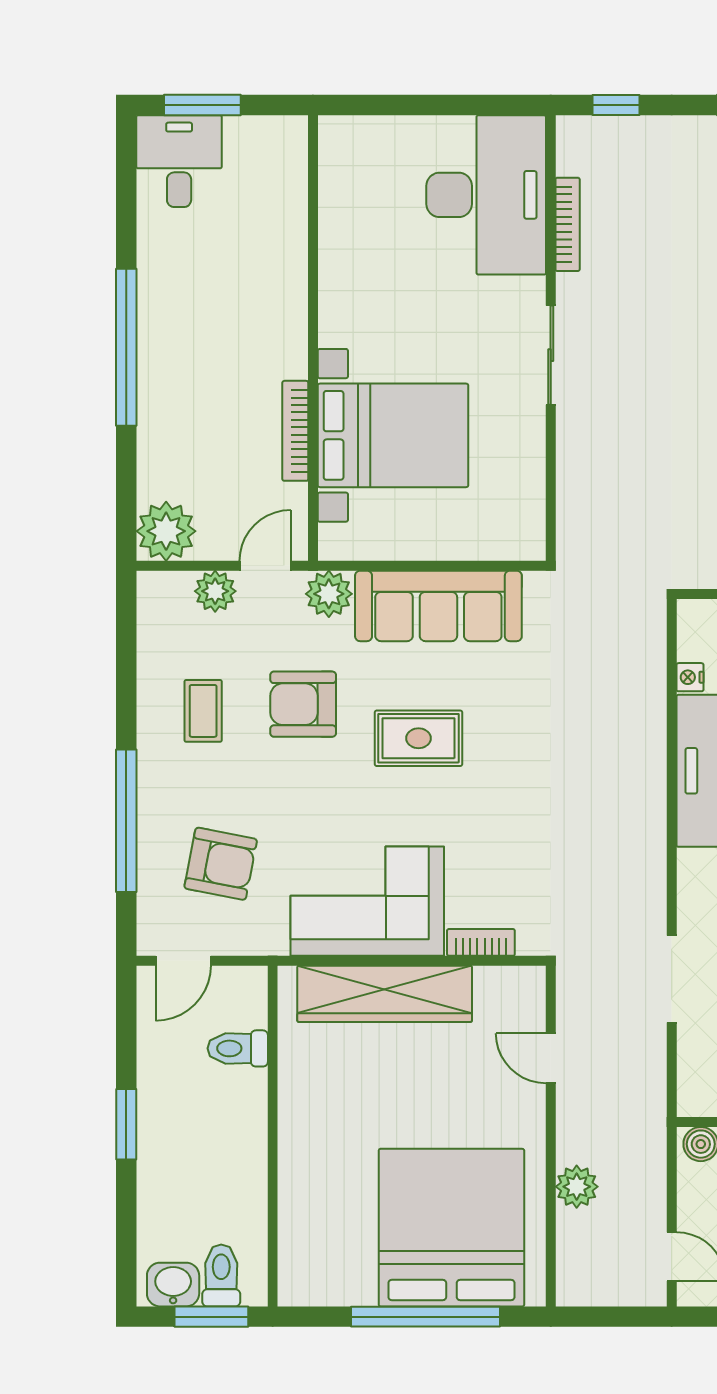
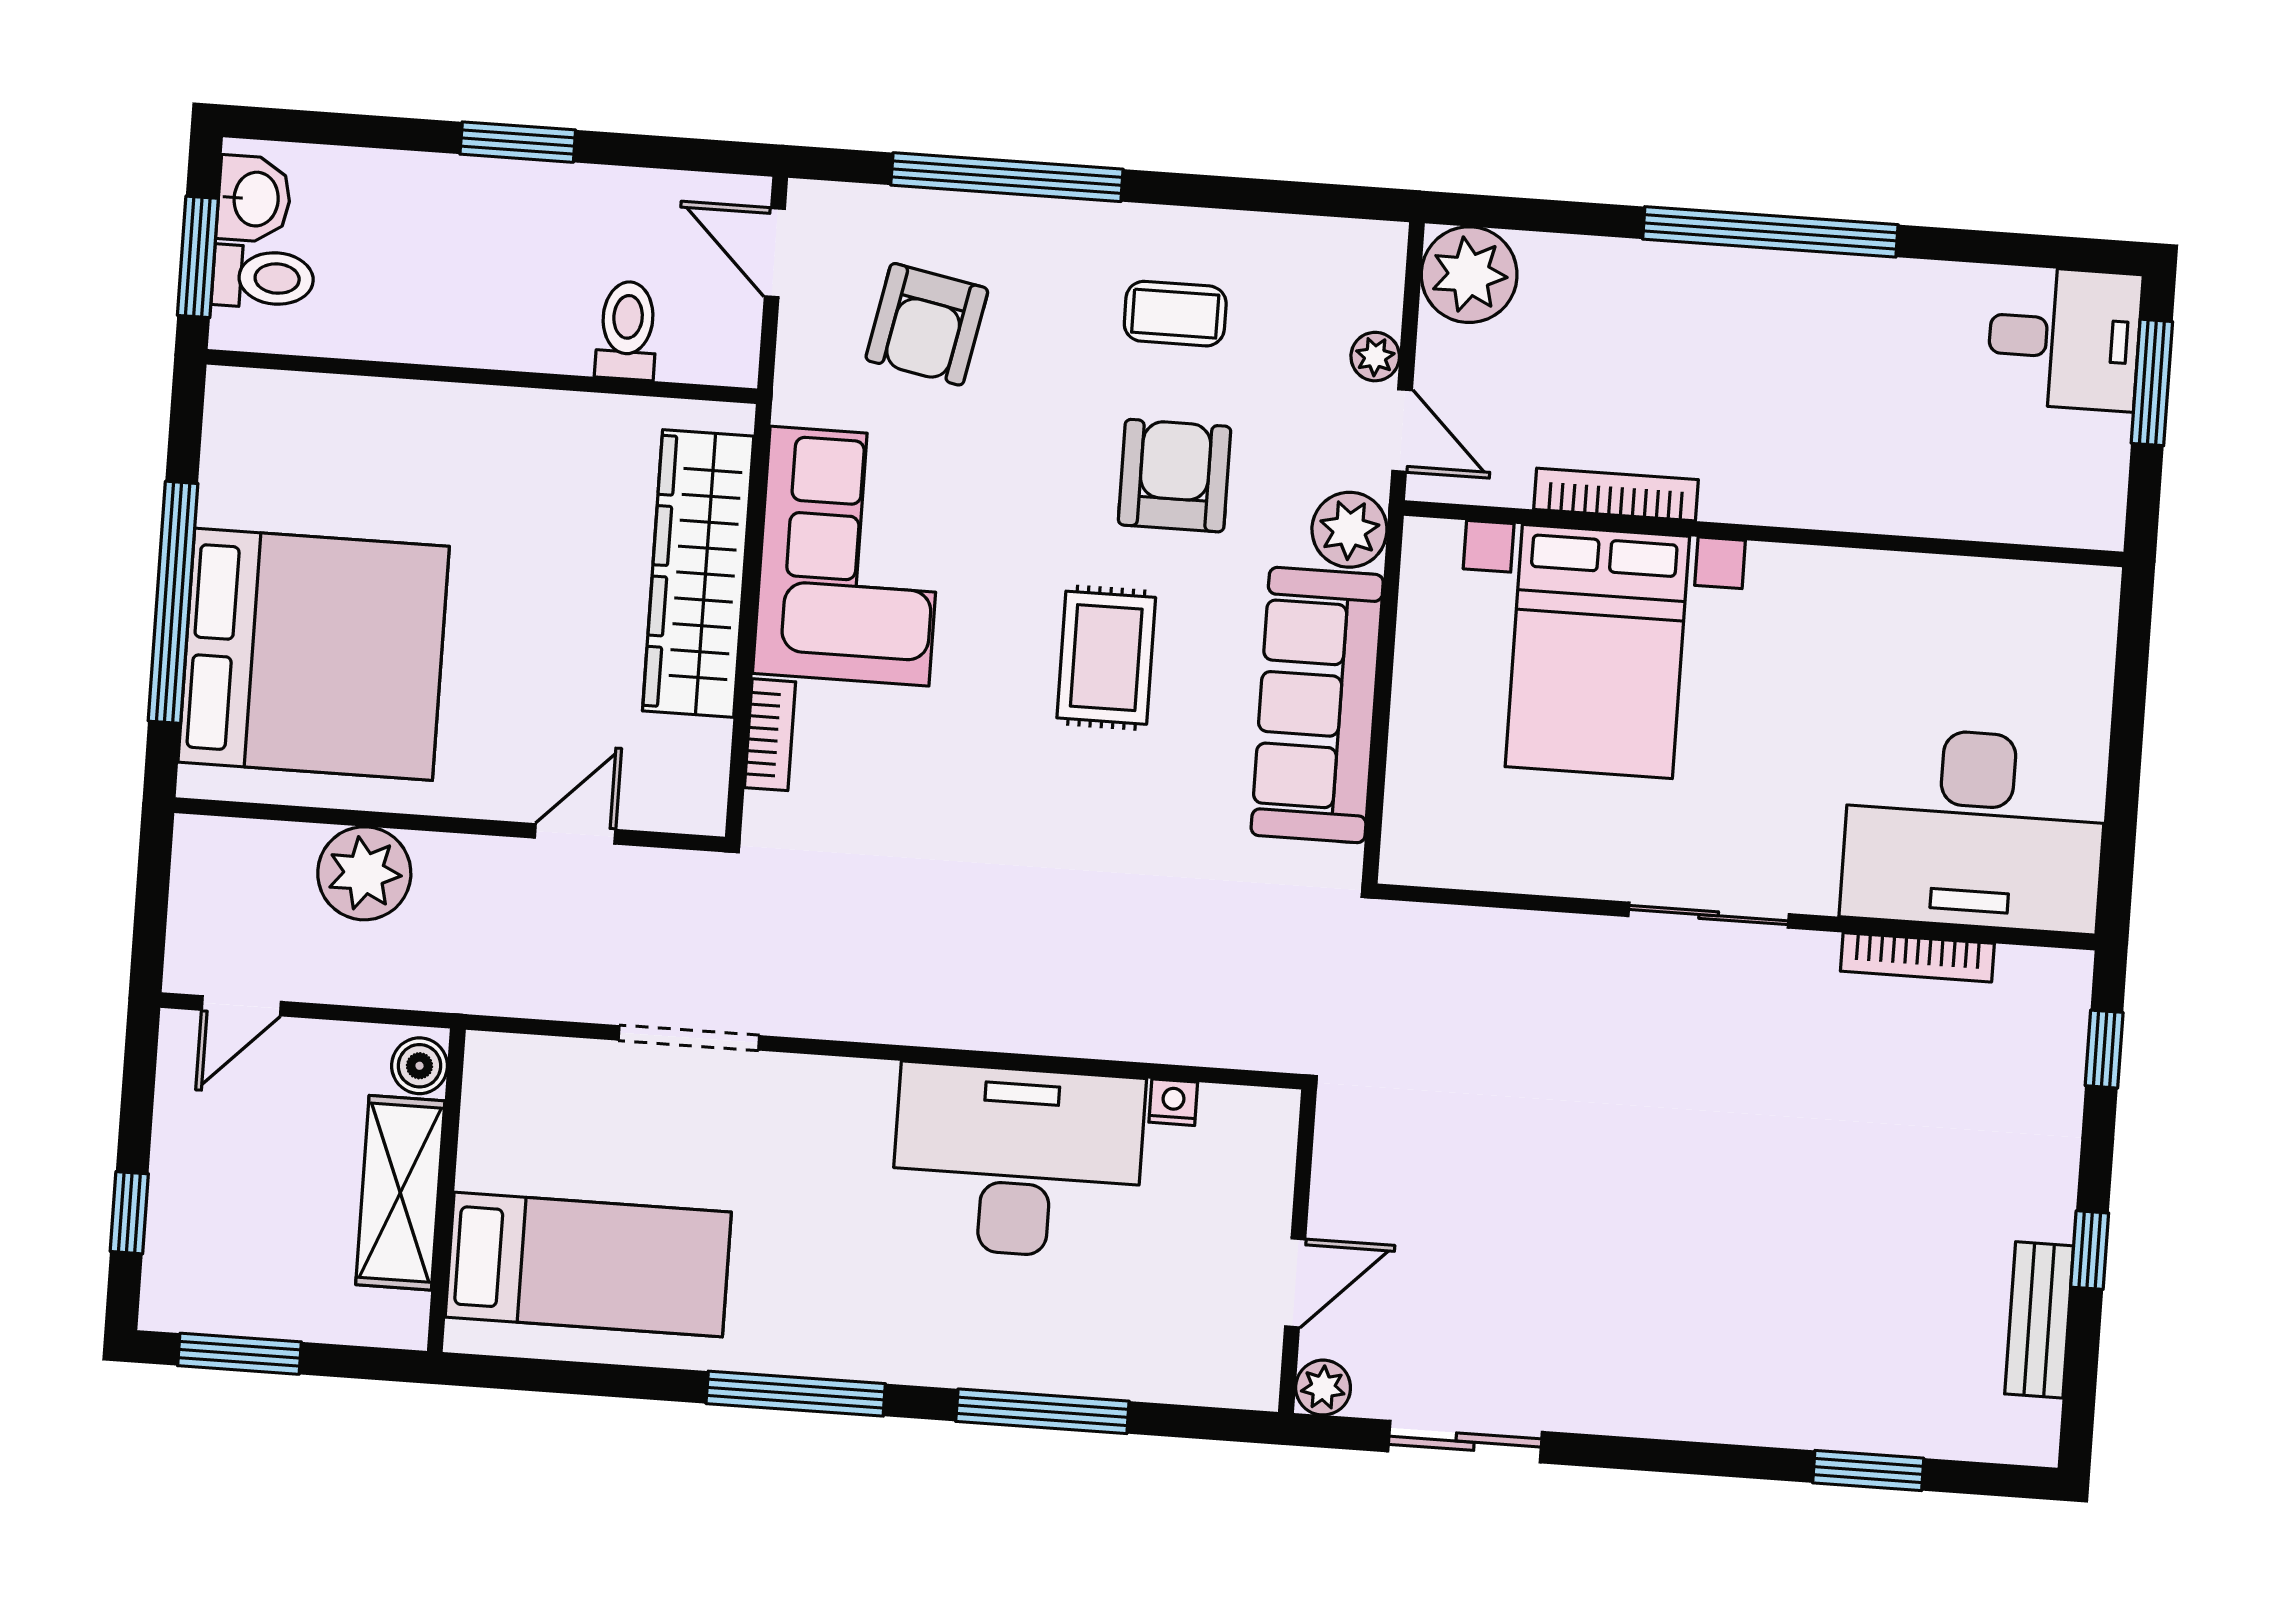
plant: (215, 591) -> (1375, 357), width x0.73, depth x0.73
plant: (577, 1187) -> (364, 873), width x1.36, depth x1.36

